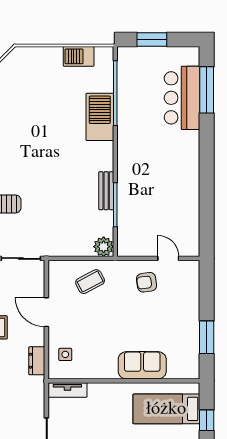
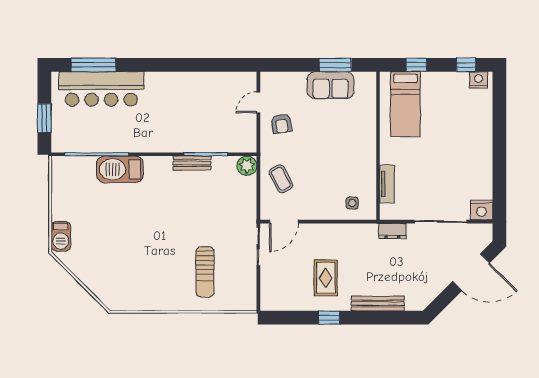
barbecue: (79, 56) -> (61, 236), moved
bar counter: (182, 98) -> (101, 89), width x1.36
door: (46, 312) -> (284, 222), moved
dresser: (37, 361) -> (392, 231), moved
sofa: (142, 365) -> (331, 85), moved, turned -90
tv unit: (67, 390) -> (387, 184), moved

